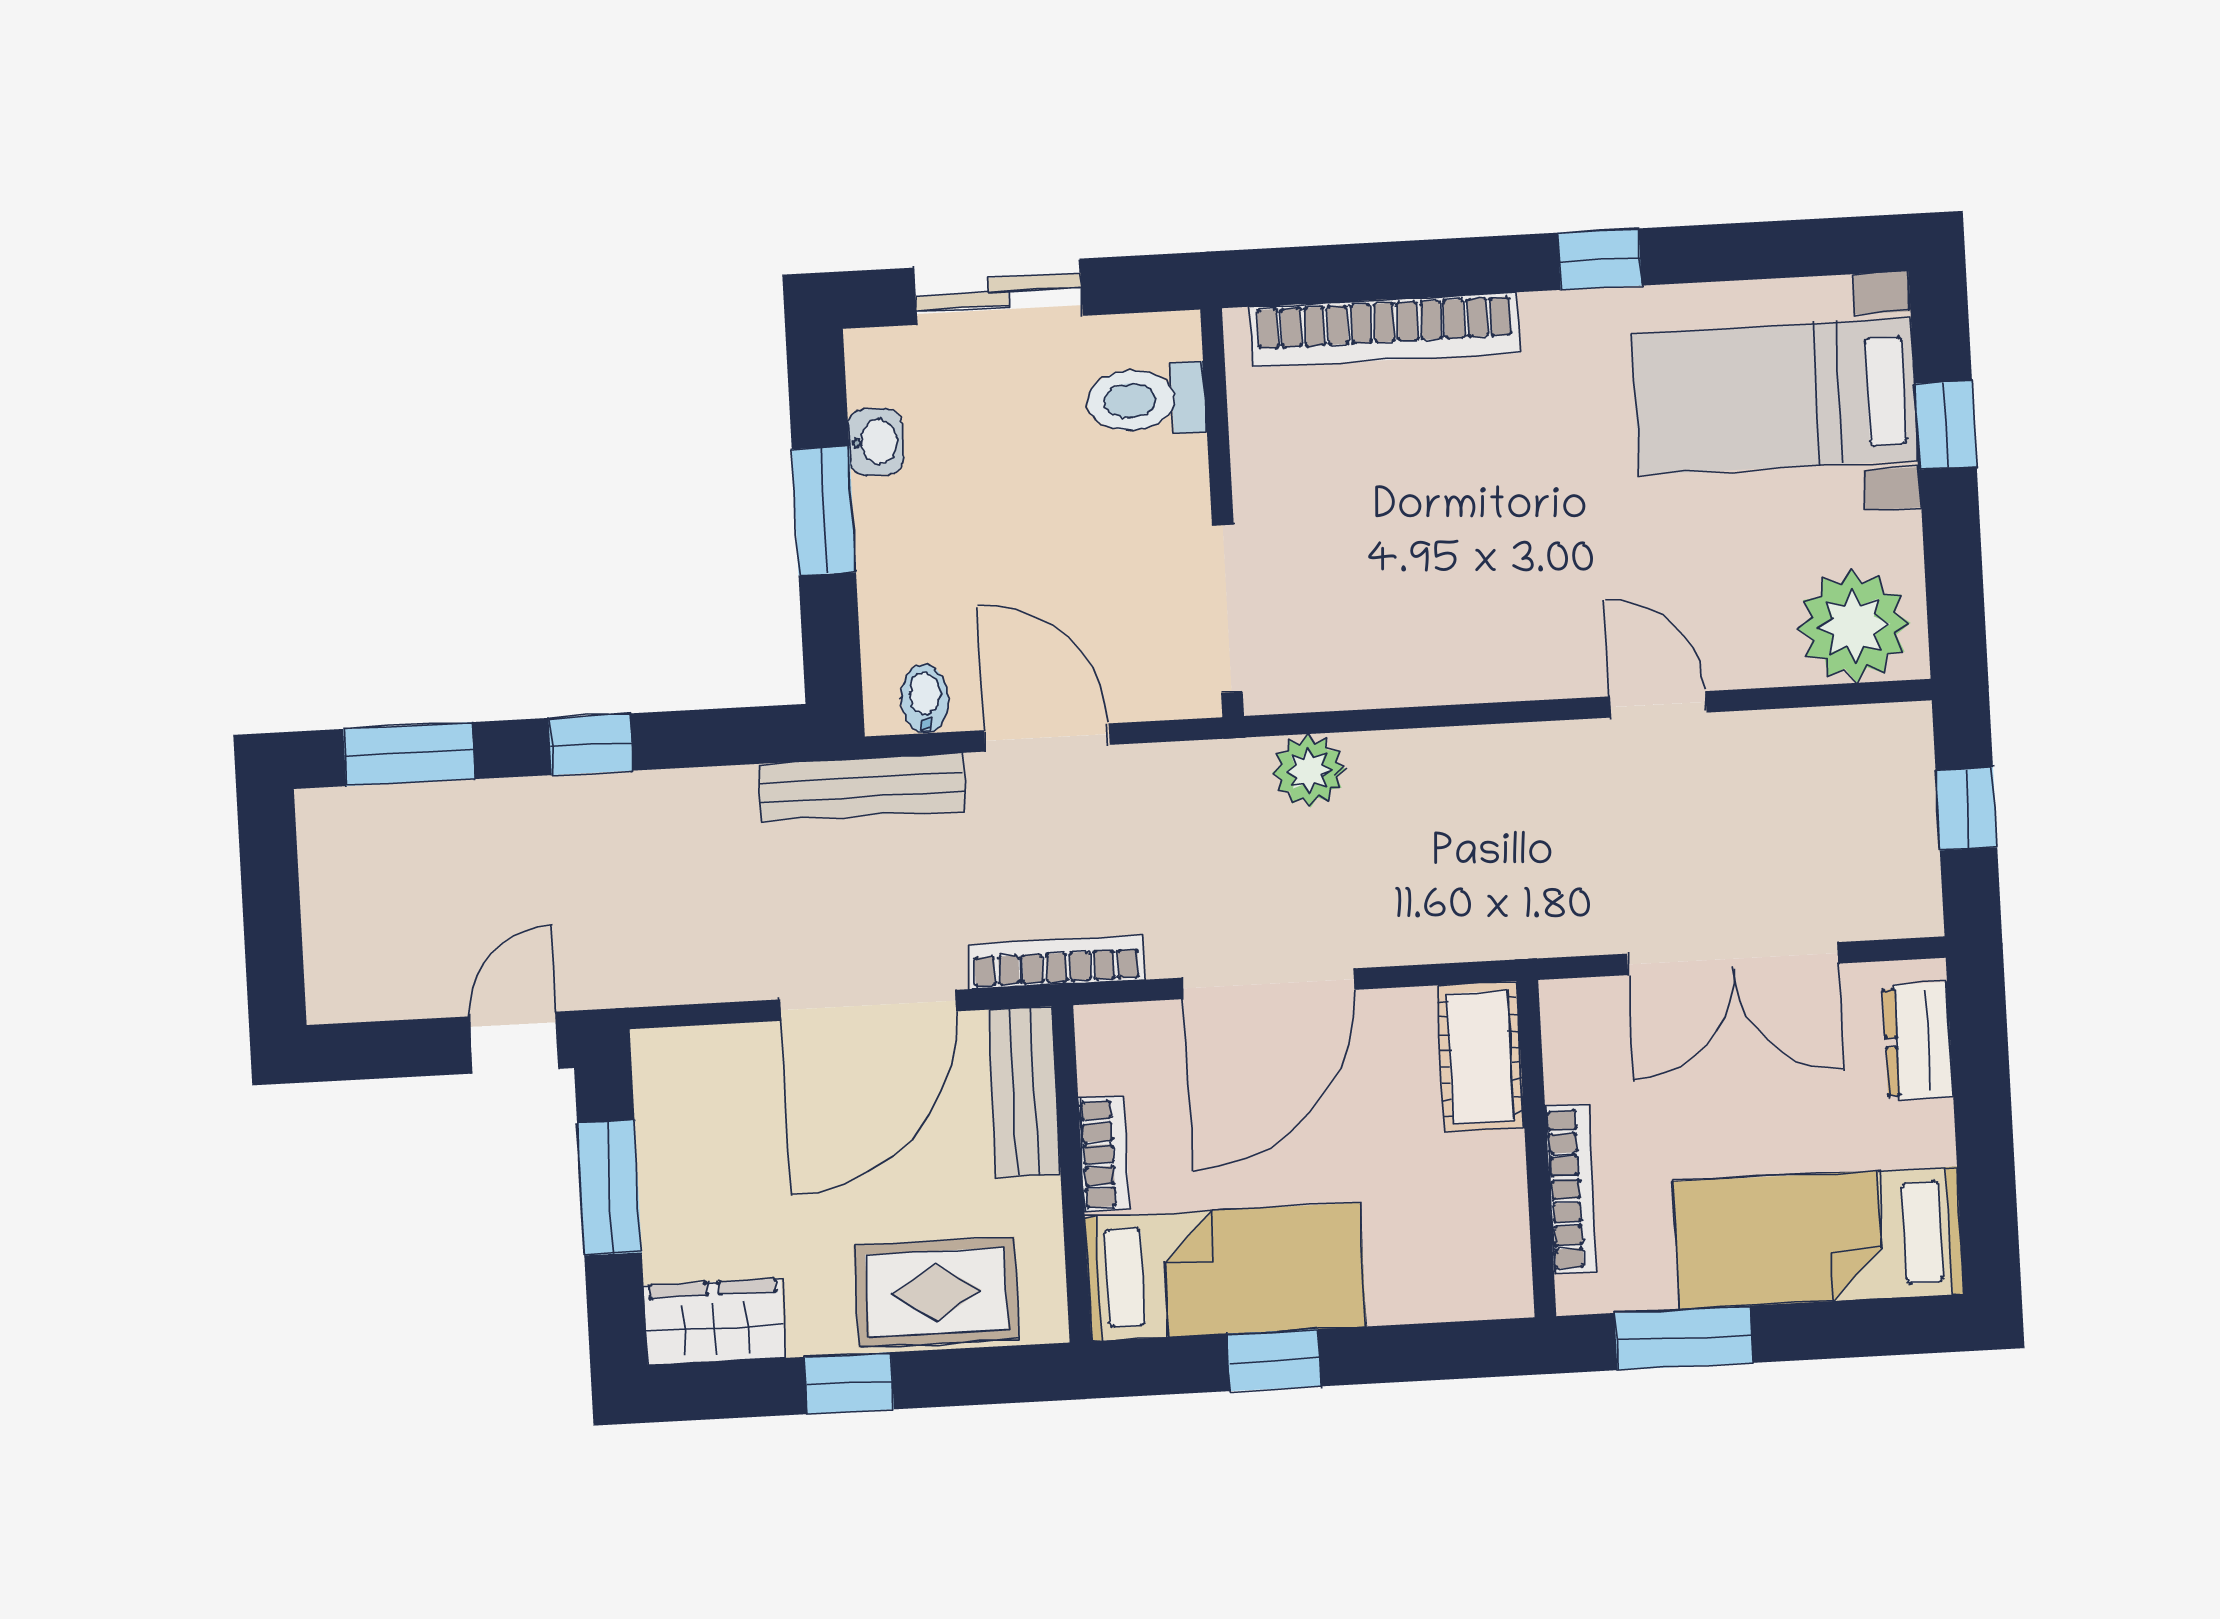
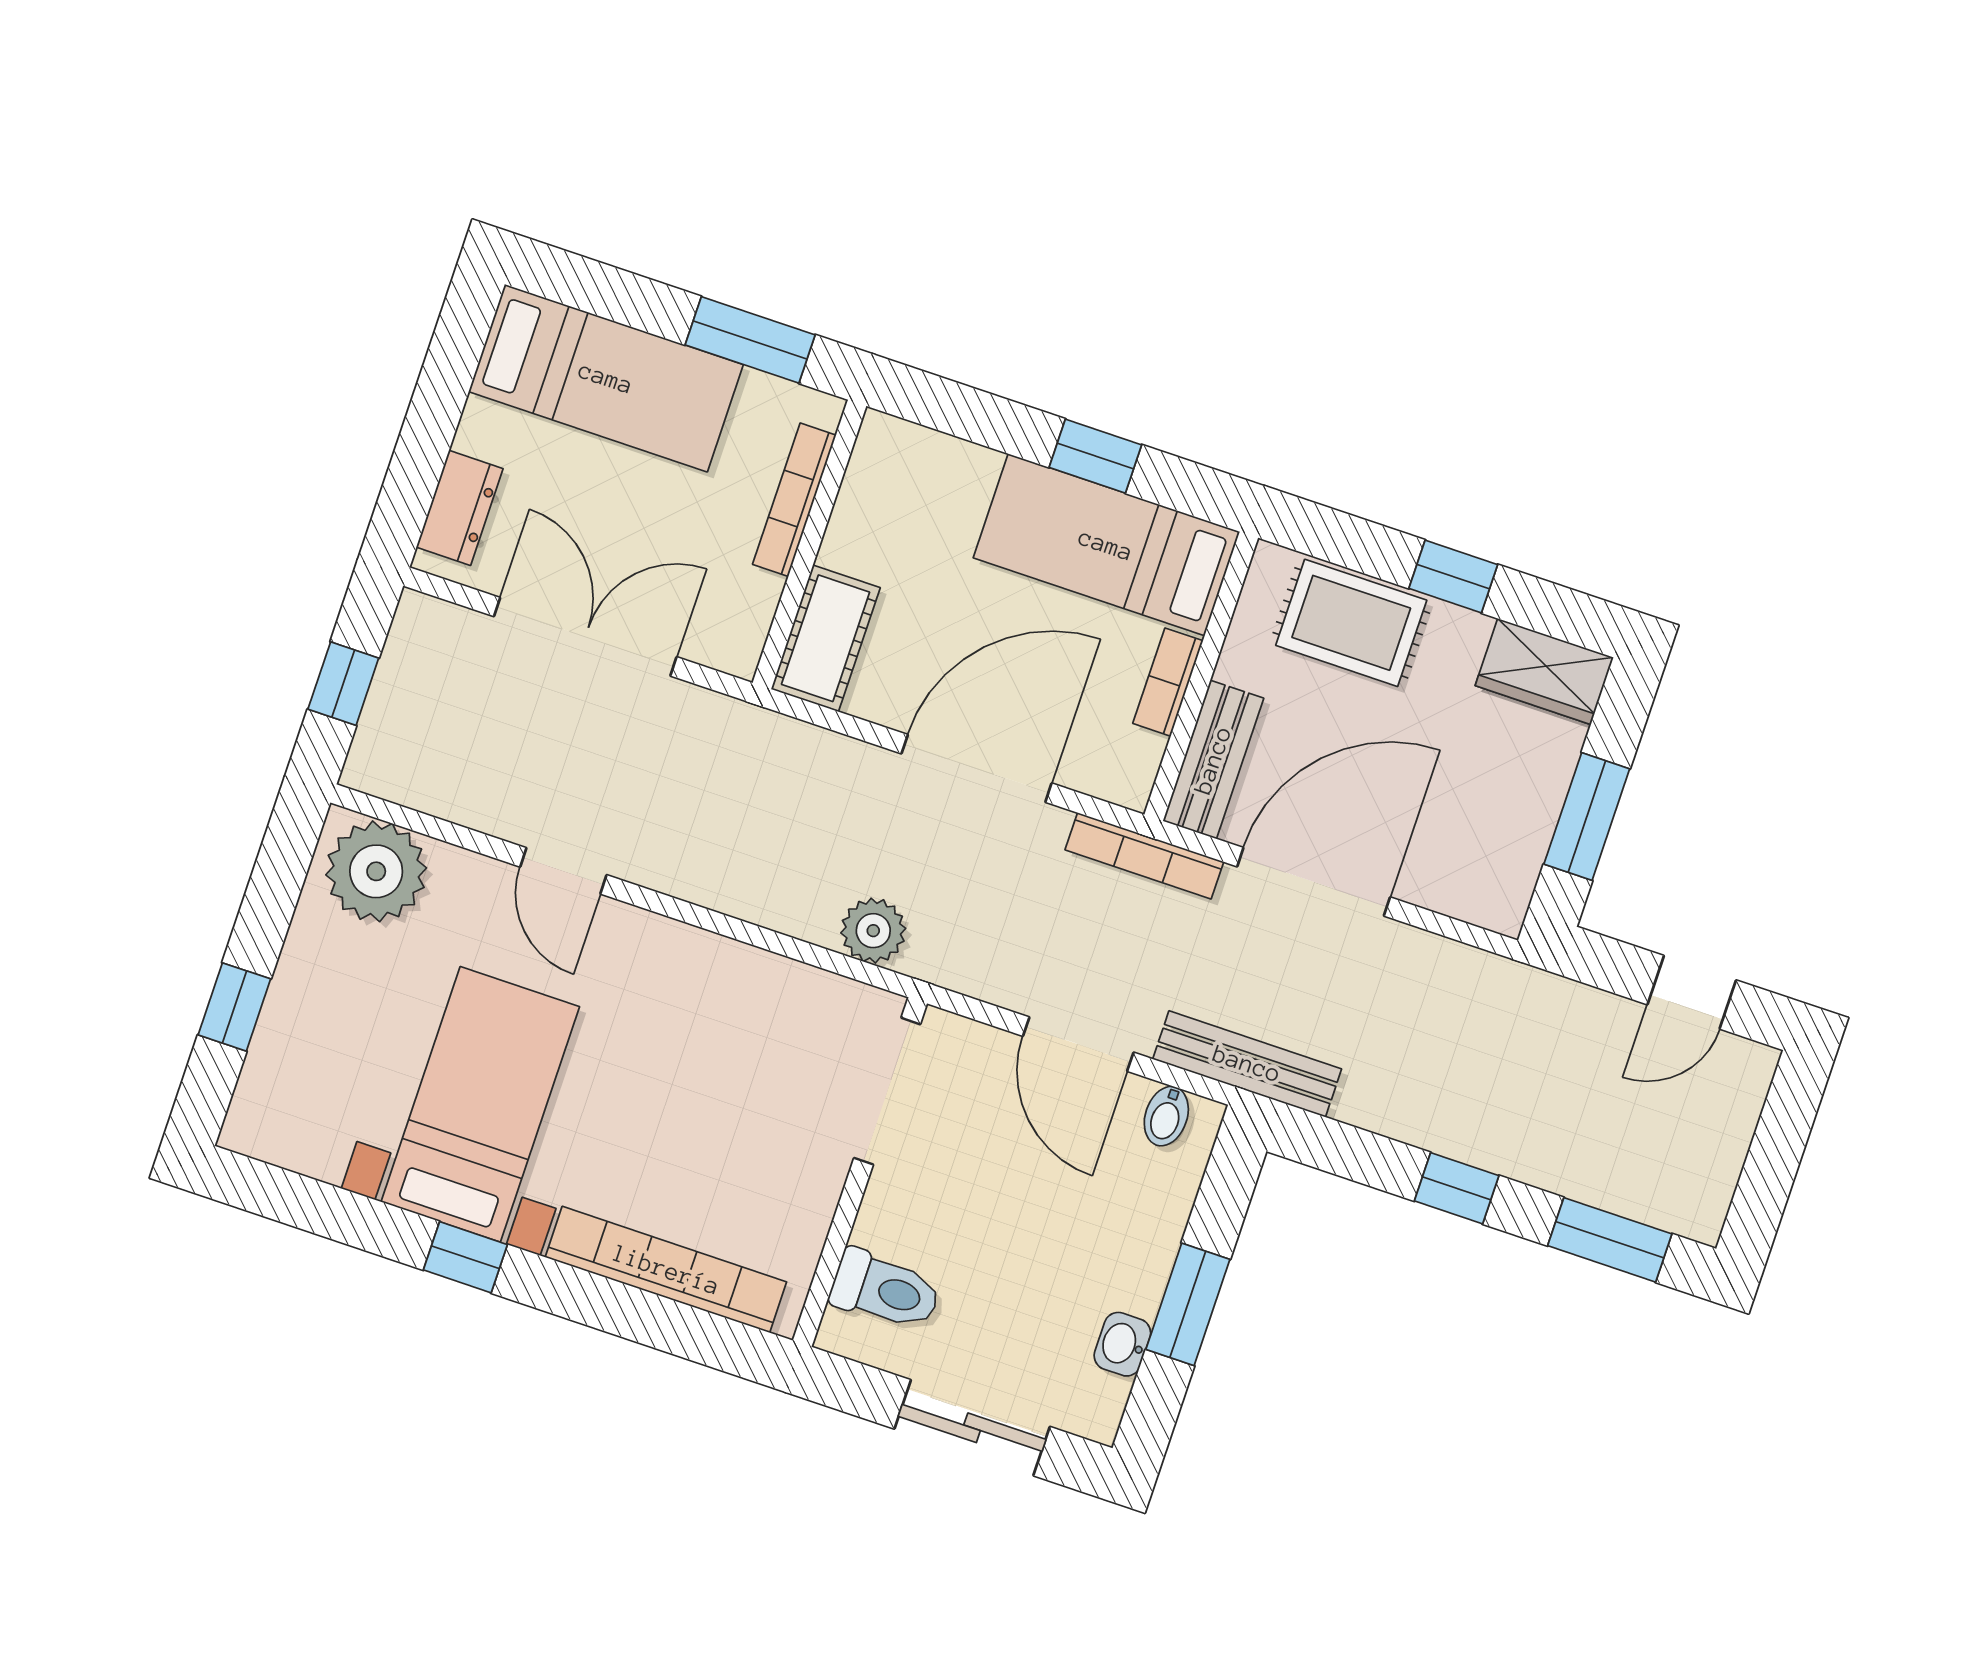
bed with nightstands: (1775, 397) -> (480, 1104), moved, turned -90
door: (514, 1043) -> (1692, 992), moved

